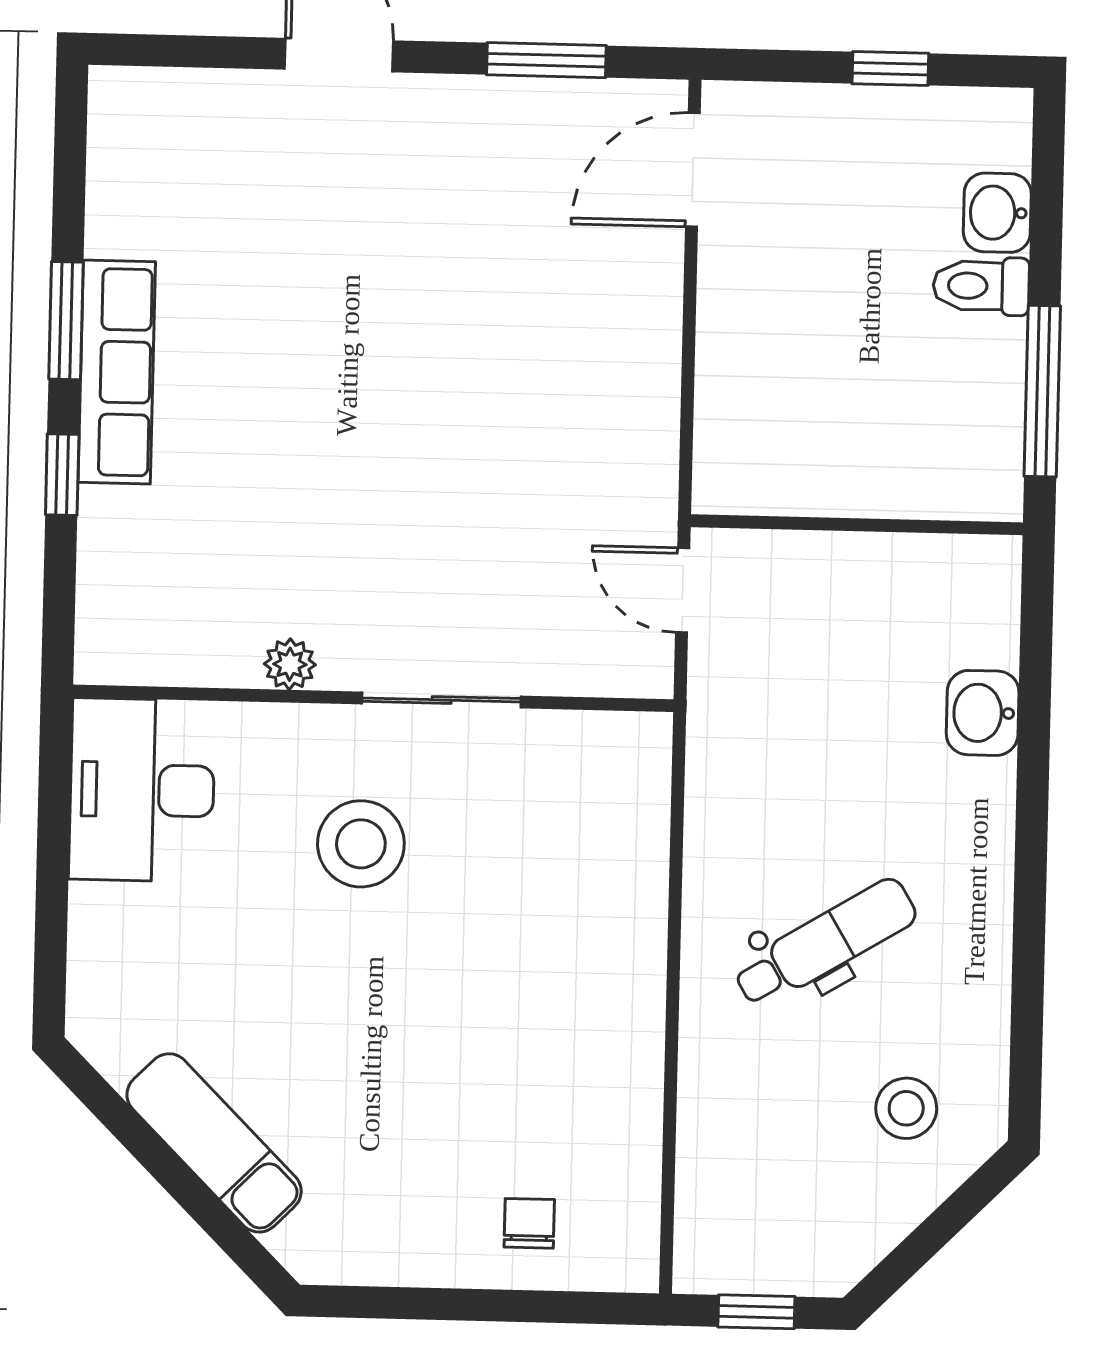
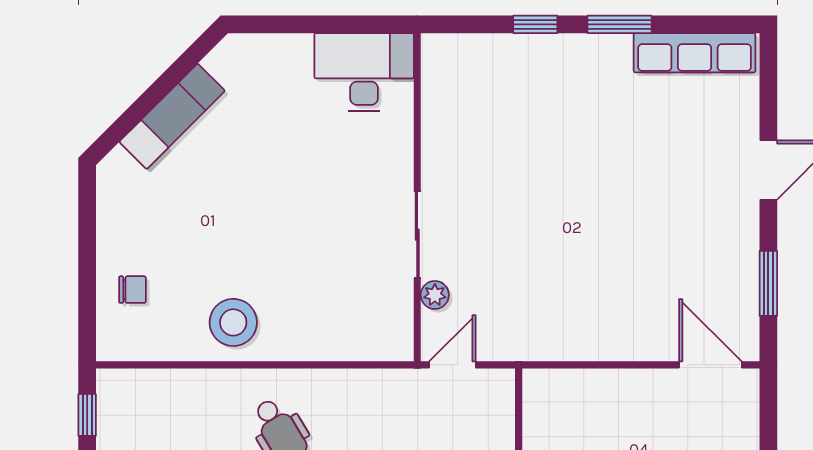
row of seats: (117, 372) -> (695, 53), moved
door: (683, 590) -> (452, 365), moved
plant: (290, 664) -> (435, 295), moved
stool: (361, 844) -> (233, 322), moved

